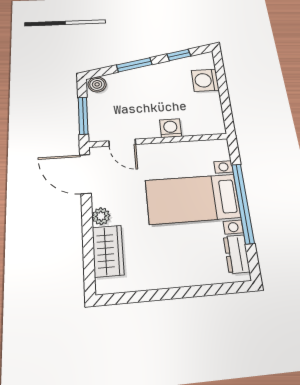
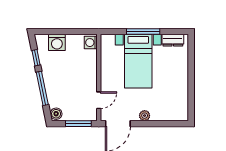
window: (134, 65) -> (42, 88), width x1.44
washing machine: (171, 128) -> (91, 43), moved
window: (243, 203) -> (143, 31), width x0.68
wardrobe: (108, 251) -> (165, 113), removed

